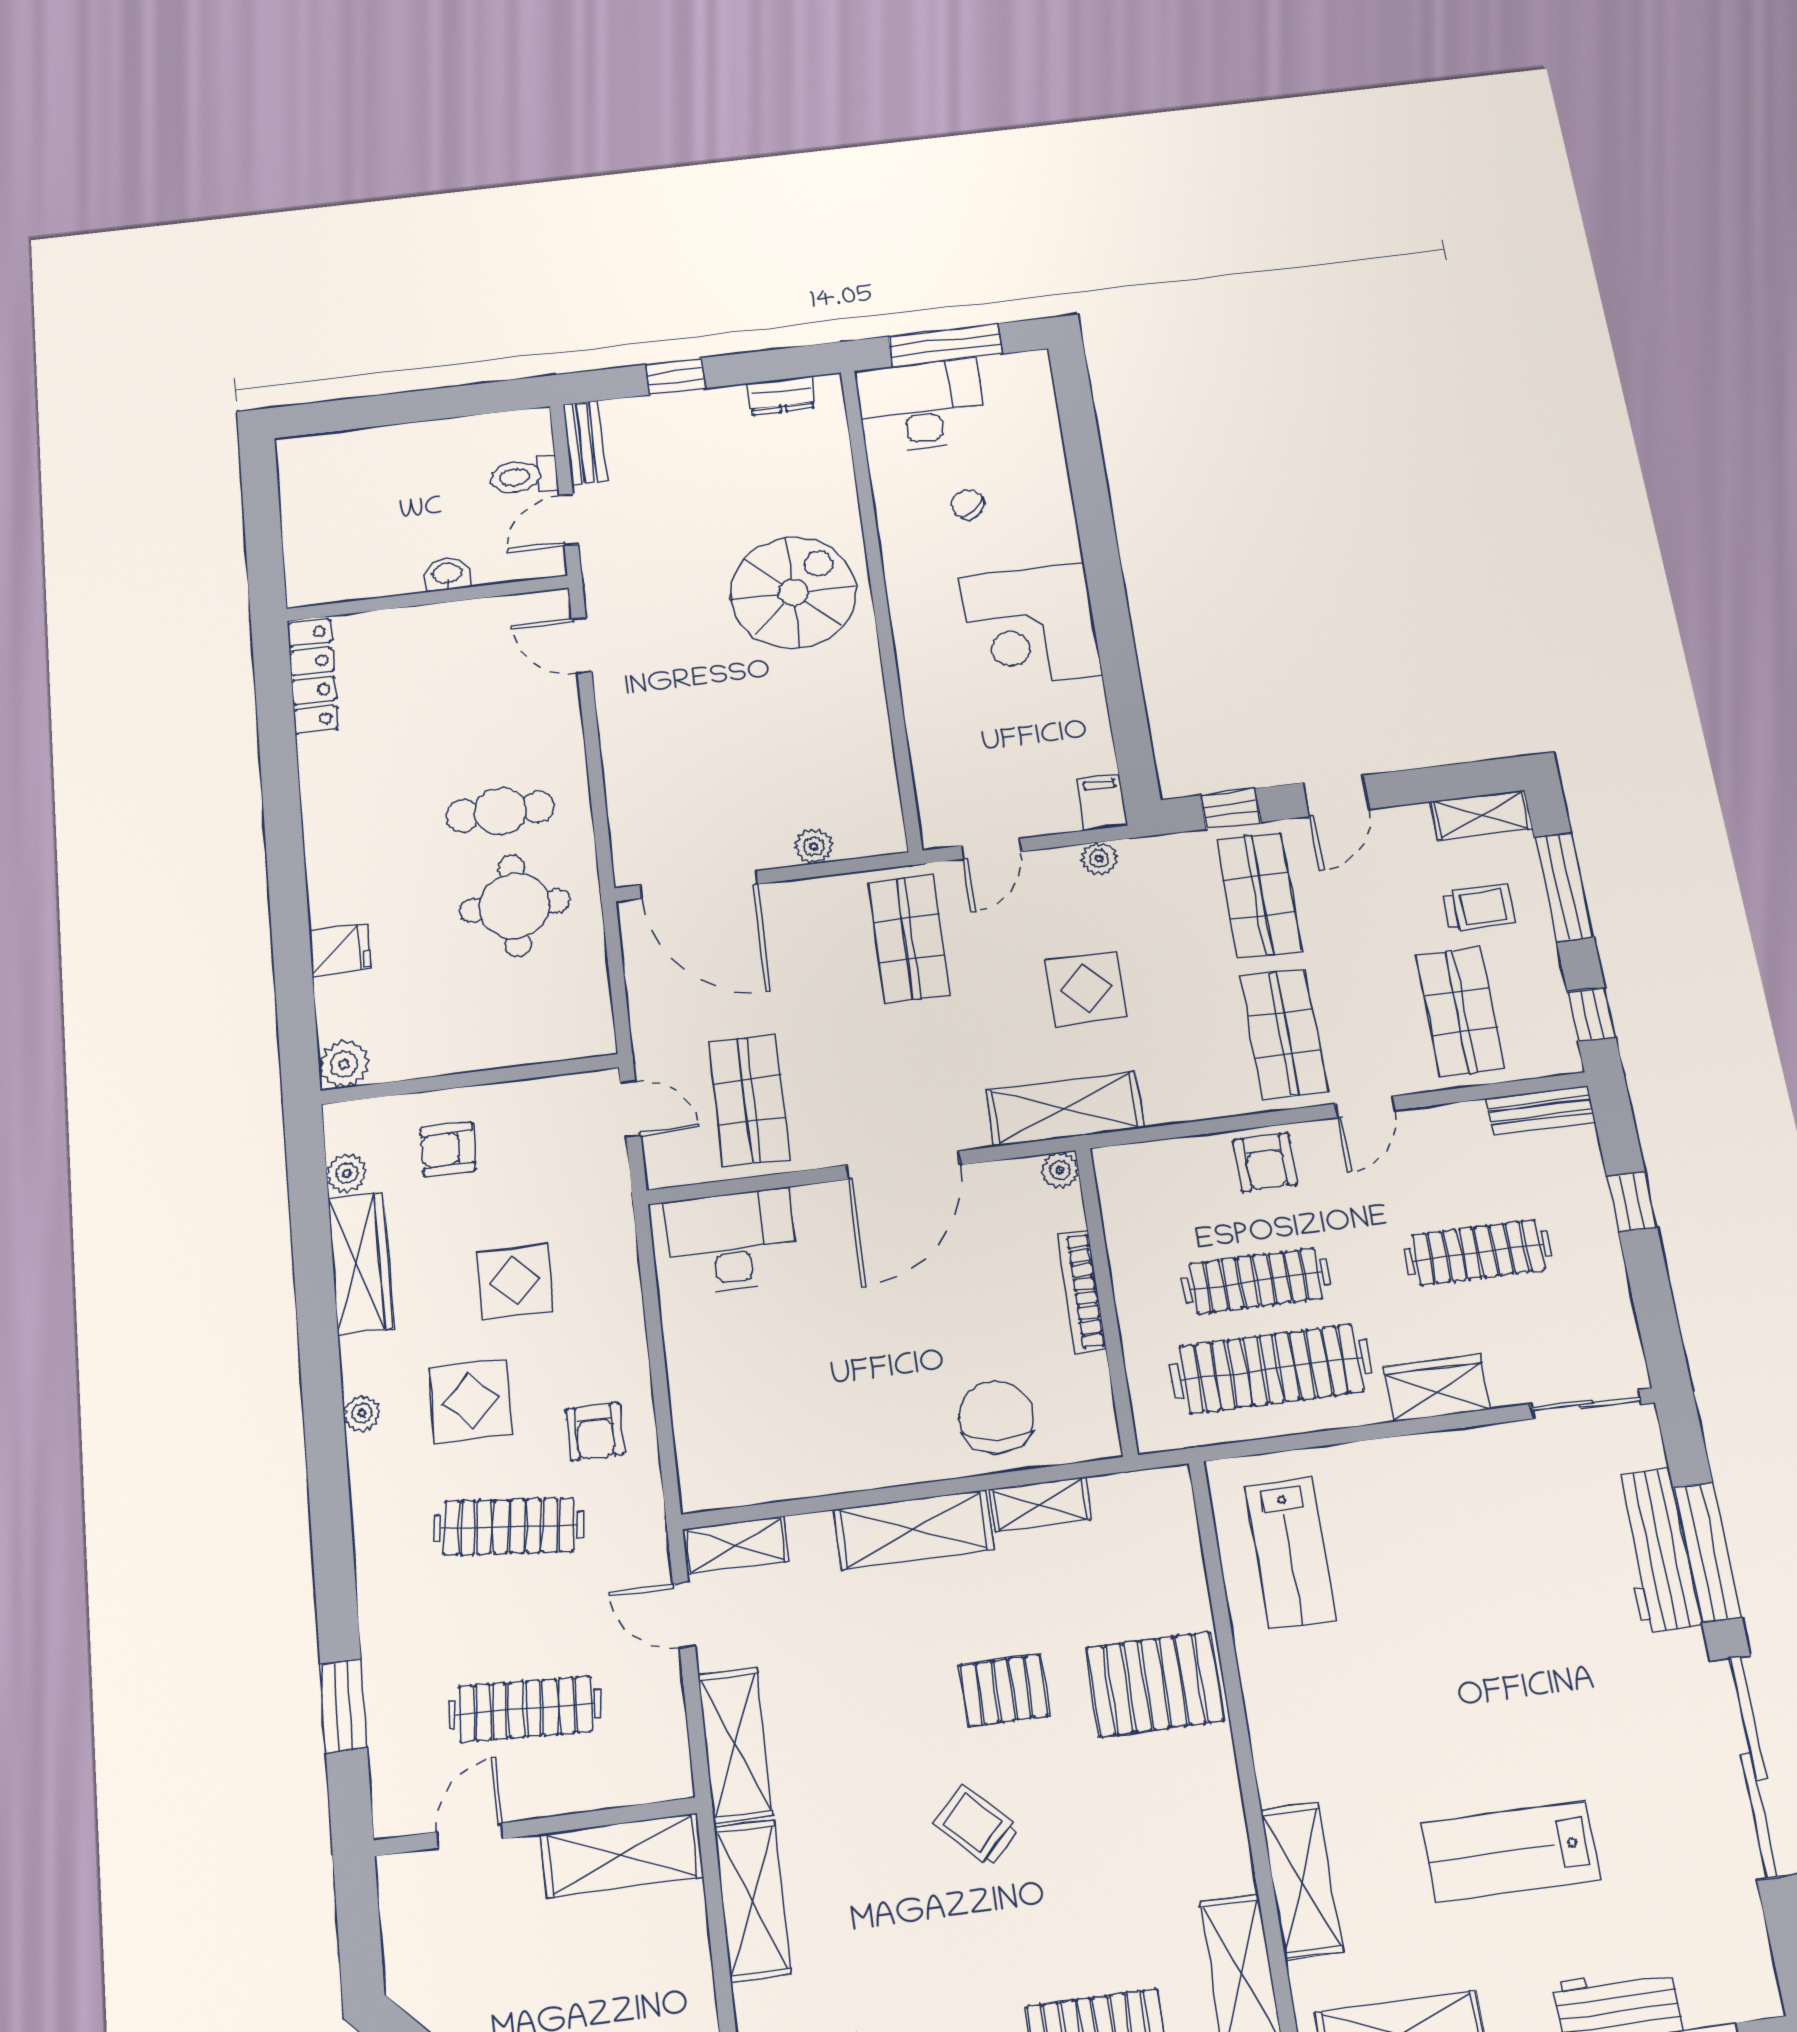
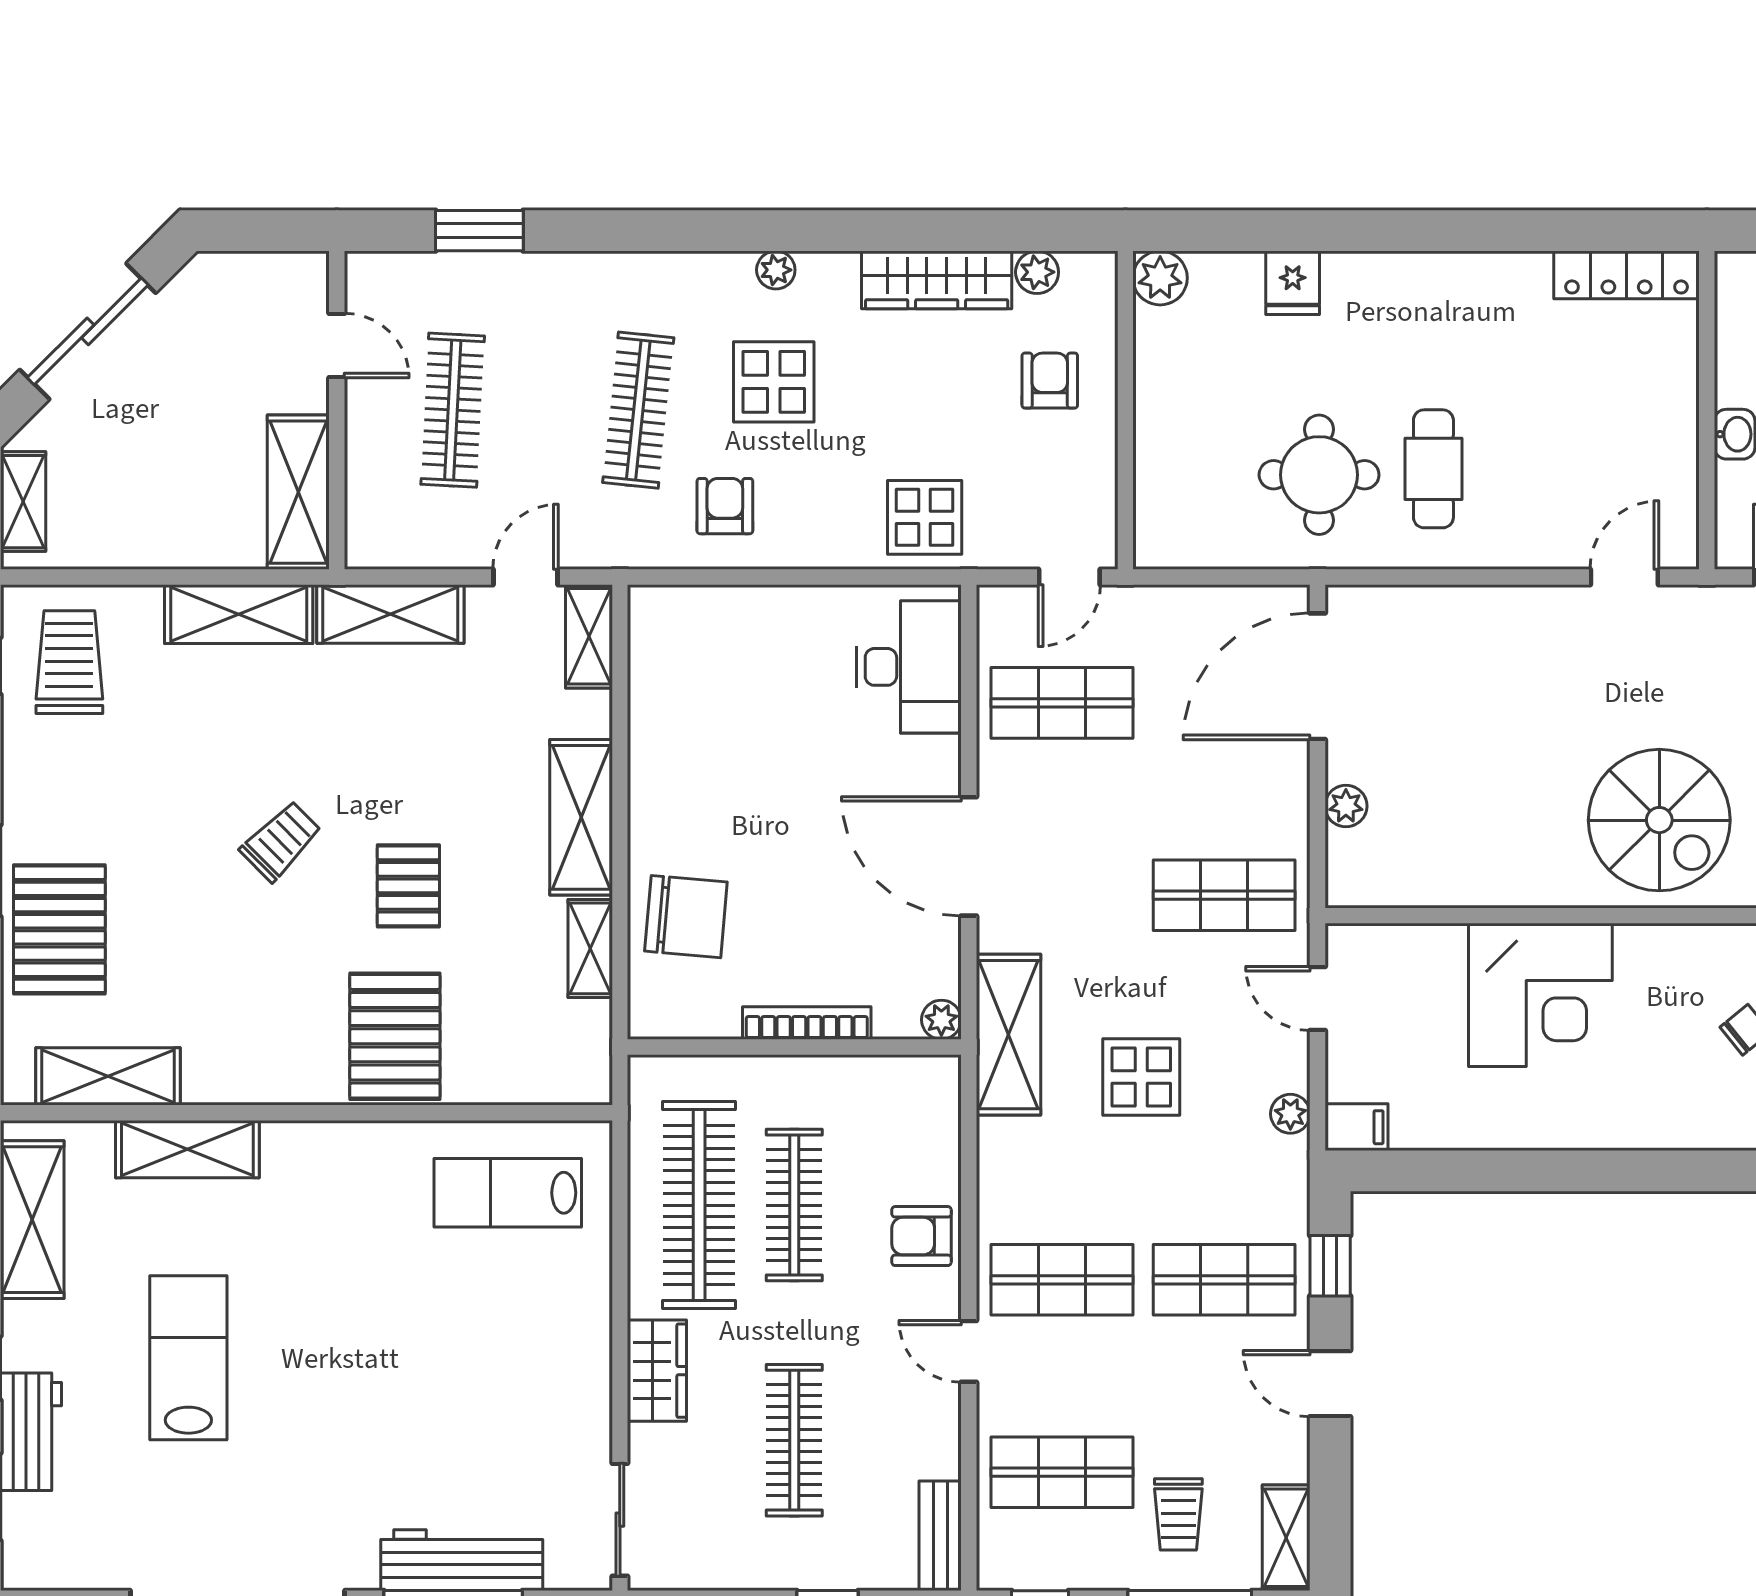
corner desk: (1030, 626) -> (1540, 995), moved, turned 180
display table: (515, 1281) -> (925, 517), moved
armchair: (595, 1432) -> (725, 506), turned 90

